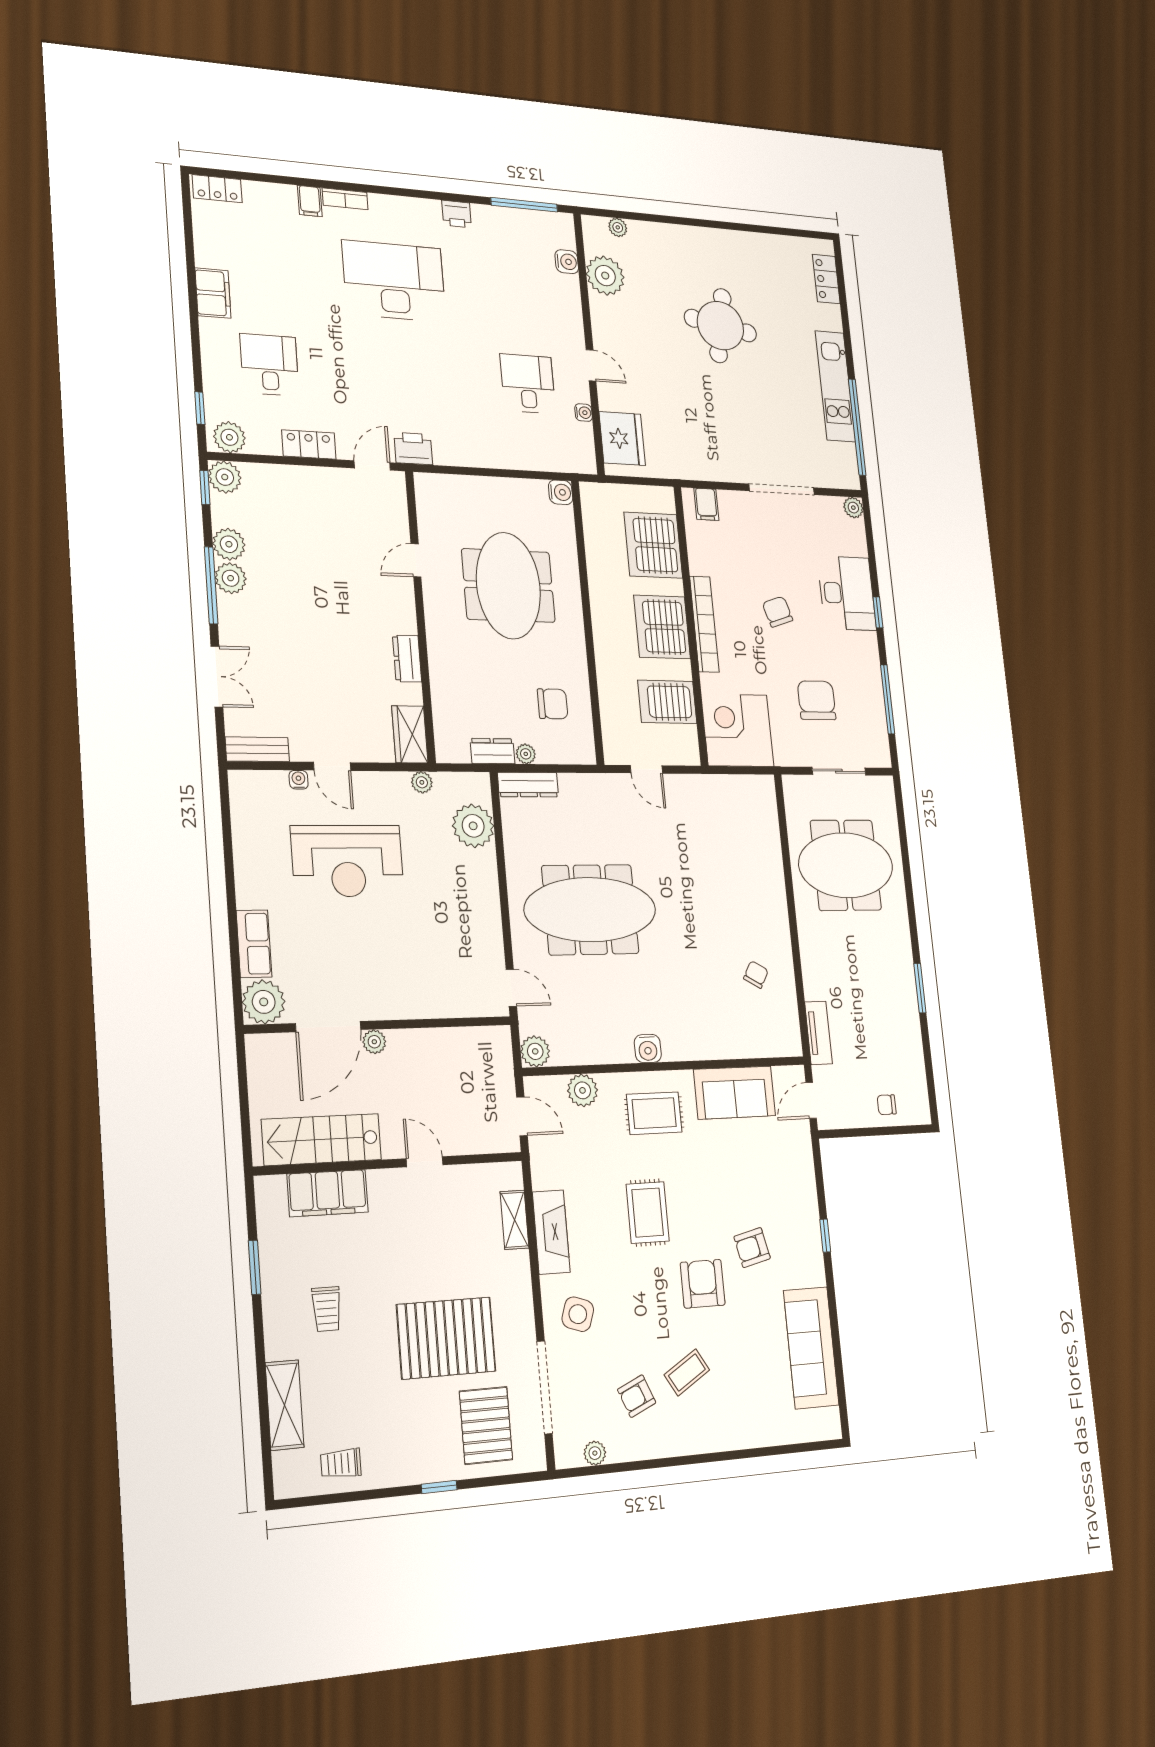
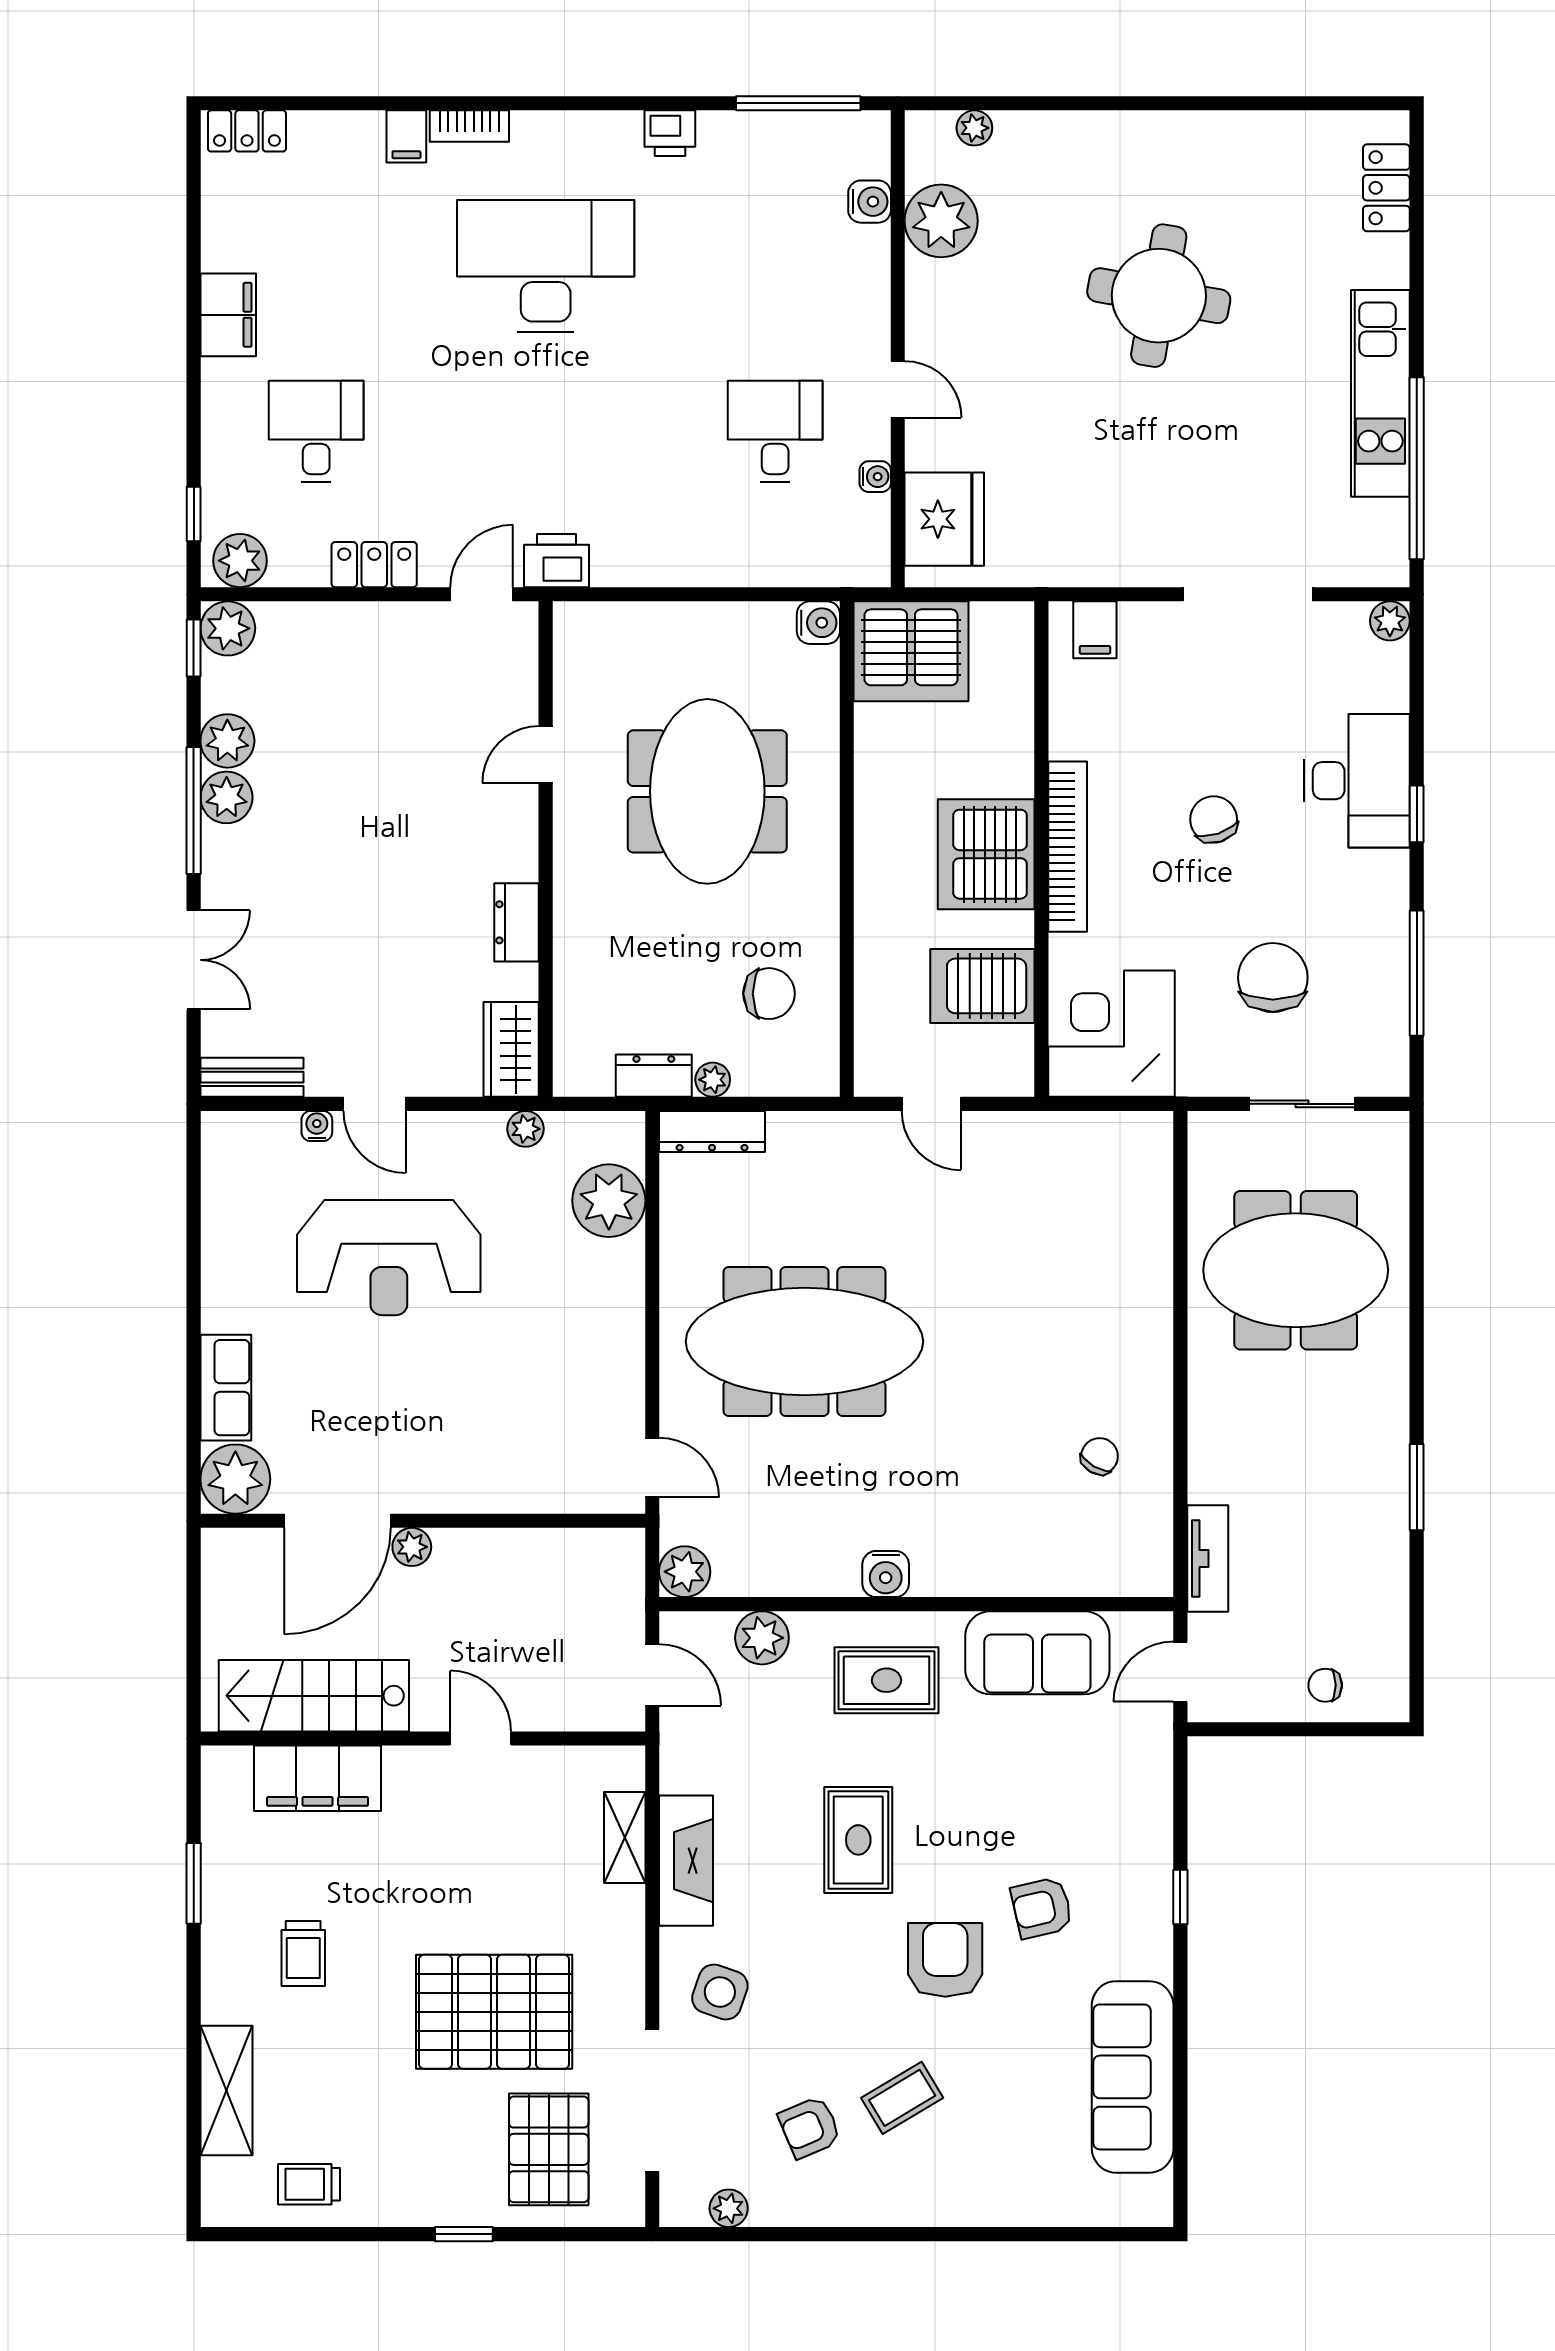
server rack: (653, 545) -> (911, 651), moved, turned -90

